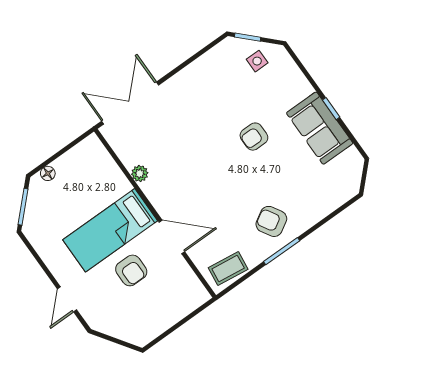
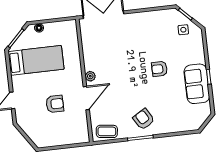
plant: (140, 174) -> (90, 76), moved
bed: (110, 230) -> (36, 60), moved, turned 180
door: (172, 237) -> (86, 98), hinge flipped
armchair: (131, 270) -> (55, 104), turned -90

